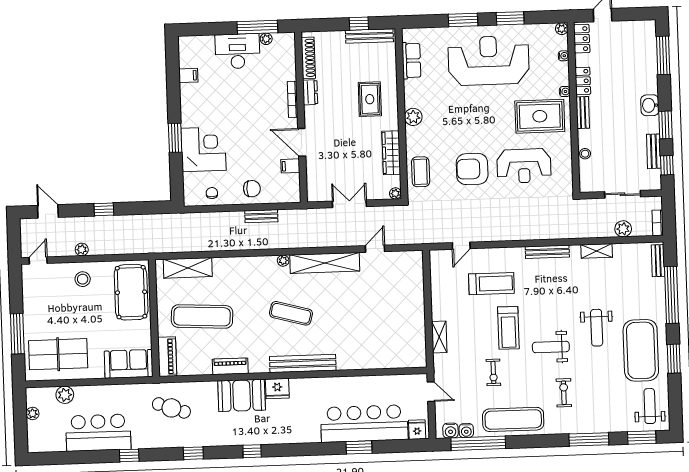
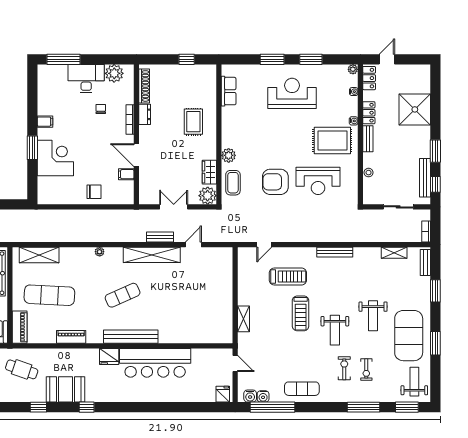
window: (257, 27) -> (64, 59), moved
bench: (369, 36) -> (195, 70), removed
plant: (266, 39) -> (114, 73), width x1.87, depth x1.87
window: (663, 55) -> (435, 94), removed
reception desk: (489, 61) -> (292, 93), width x0.74, depth x0.77
filing cabinet: (188, 75) -> (45, 122), moved
shower: (639, 75) -> (415, 109), added
washbasin: (650, 105) -> (423, 135), removed
plant: (413, 117) -> (229, 155), moved
bench: (654, 151) -> (425, 178), width x1.36
wardrobe: (391, 153) -> (209, 172), width x0.67
chair: (212, 193) -> (101, 109), moved
plant: (395, 193) -> (208, 196), width x1.87, depth x1.87
bench: (261, 216) -> (160, 237), moved
plant: (623, 229) -> (398, 235), removed
shelving: (597, 251) -> (394, 253), moved
plant: (283, 261) -> (100, 252), moved
window: (671, 295) -> (435, 291), width x0.47
exercise mat: (291, 313) -> (123, 295), turned -39
weight bench: (551, 347) -> (335, 330), turned -90
exercise bike: (493, 372) -> (366, 369), moved
booth: (242, 395) -> (66, 389), moved
exercise mat: (513, 419) -> (302, 389), width x0.73, depth x0.69
bar counter: (364, 424) -> (155, 363), moved, turned 180
window: (359, 447) -> (174, 407), removed

